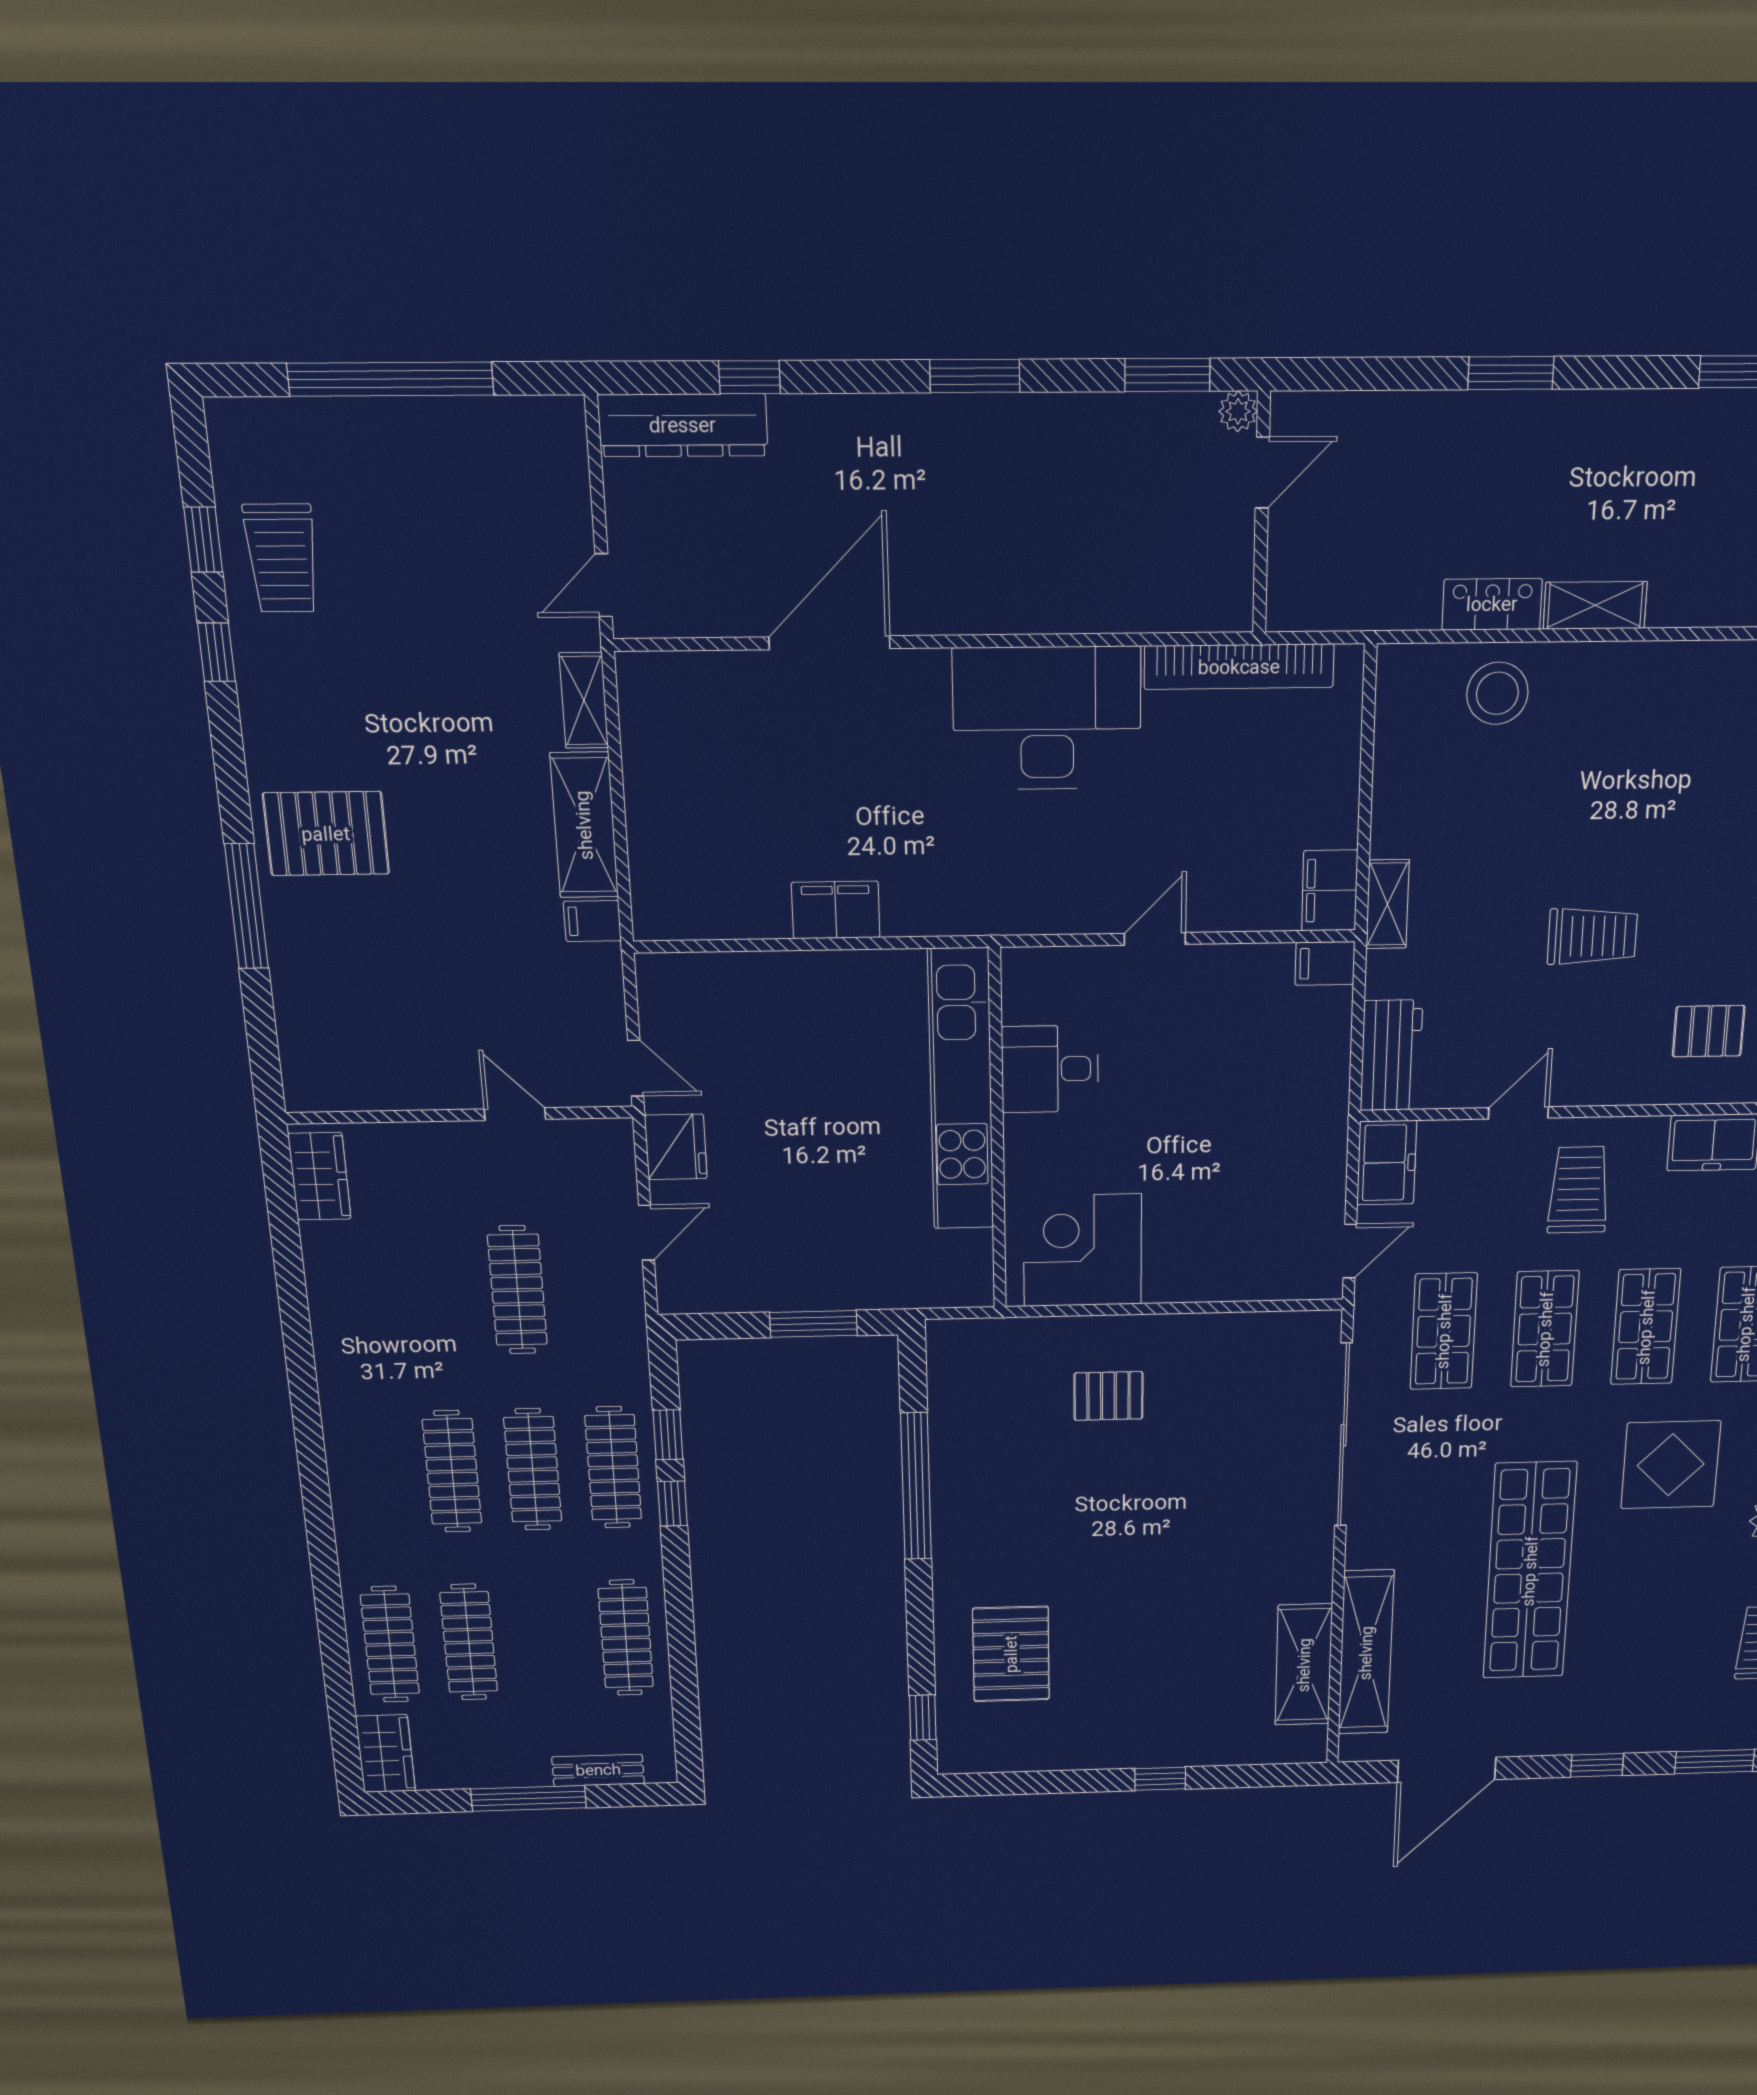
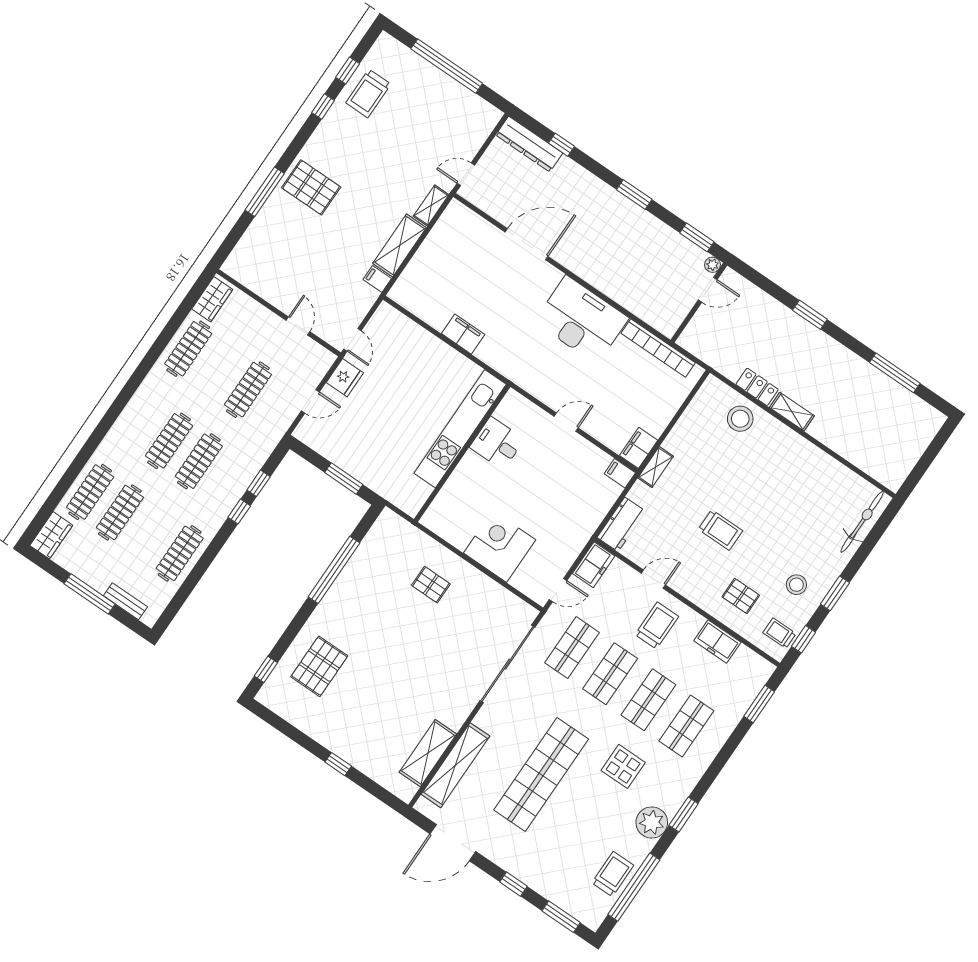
corner desk: (1082, 1250) -> (500, 546), moved
display table: (1671, 1465) -> (623, 766), width x0.73, depth x0.73
clothes rail: (613, 1467) -> (188, 349), moved

